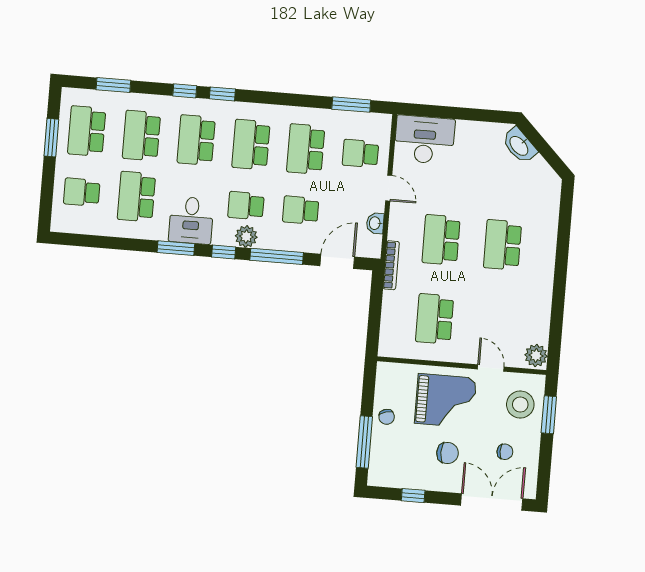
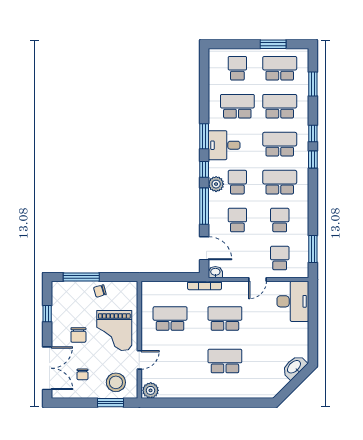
school desk: (306, 149) -> (280, 220), width x0.54
washbasin: (375, 223) -> (215, 272), moved

